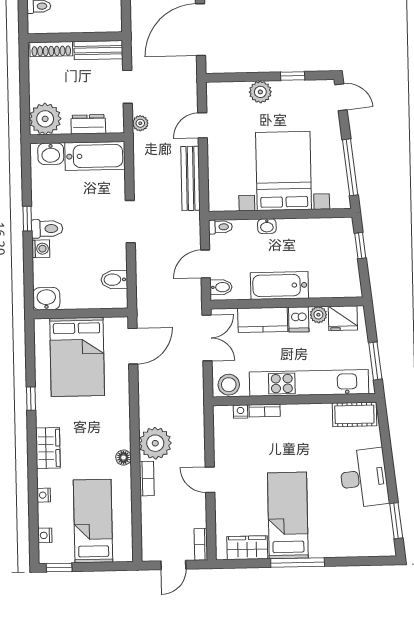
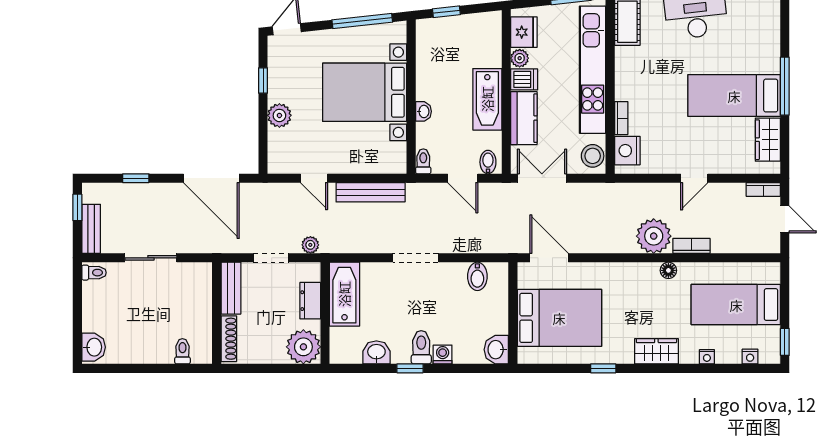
washbasin: (51, 154) -> (376, 352), moved, turned -90
nightstand: (241, 412) -> (627, 151), width x1.89, depth x1.79

